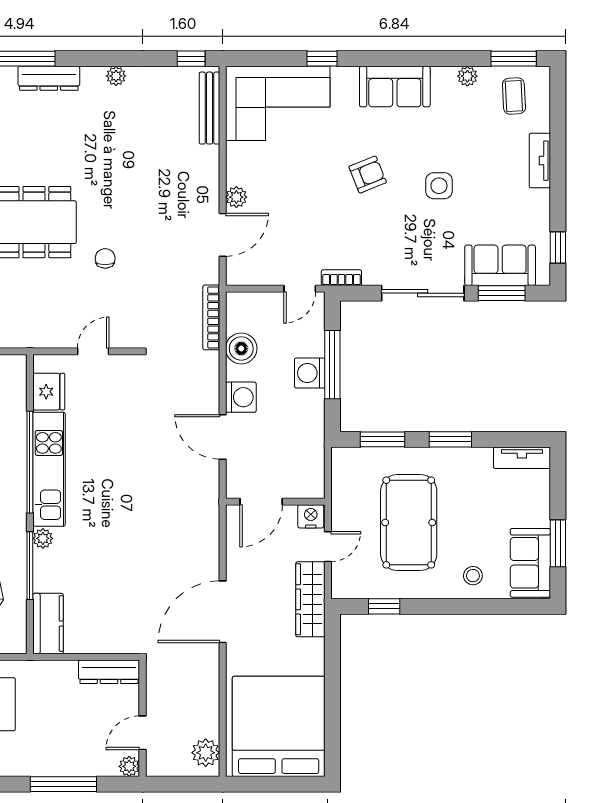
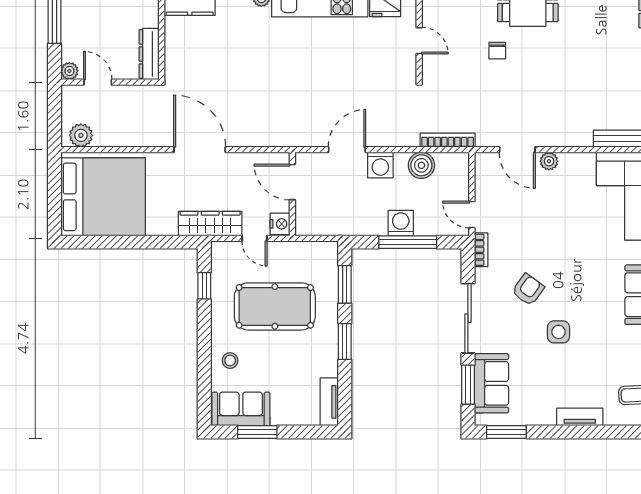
armchair: (368, 175) -> (528, 290), moved, turned -122
window: (558, 248) -> (506, 432), width x1.50
chair: (105, 258) -> (497, 51), turned 90

